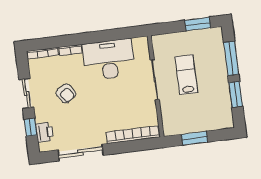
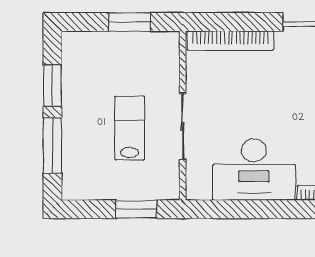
window: (198, 24) -> (136, 209), moved
lab bench: (186, 75) -> (130, 128), turned 180

